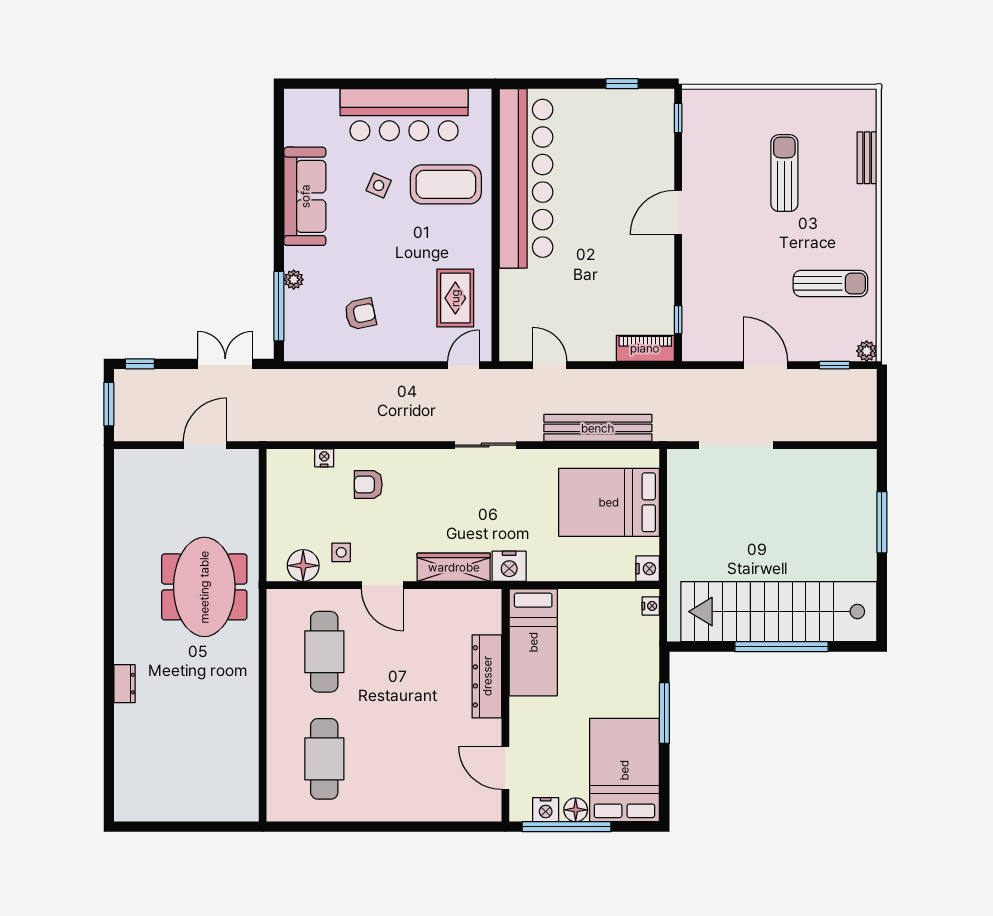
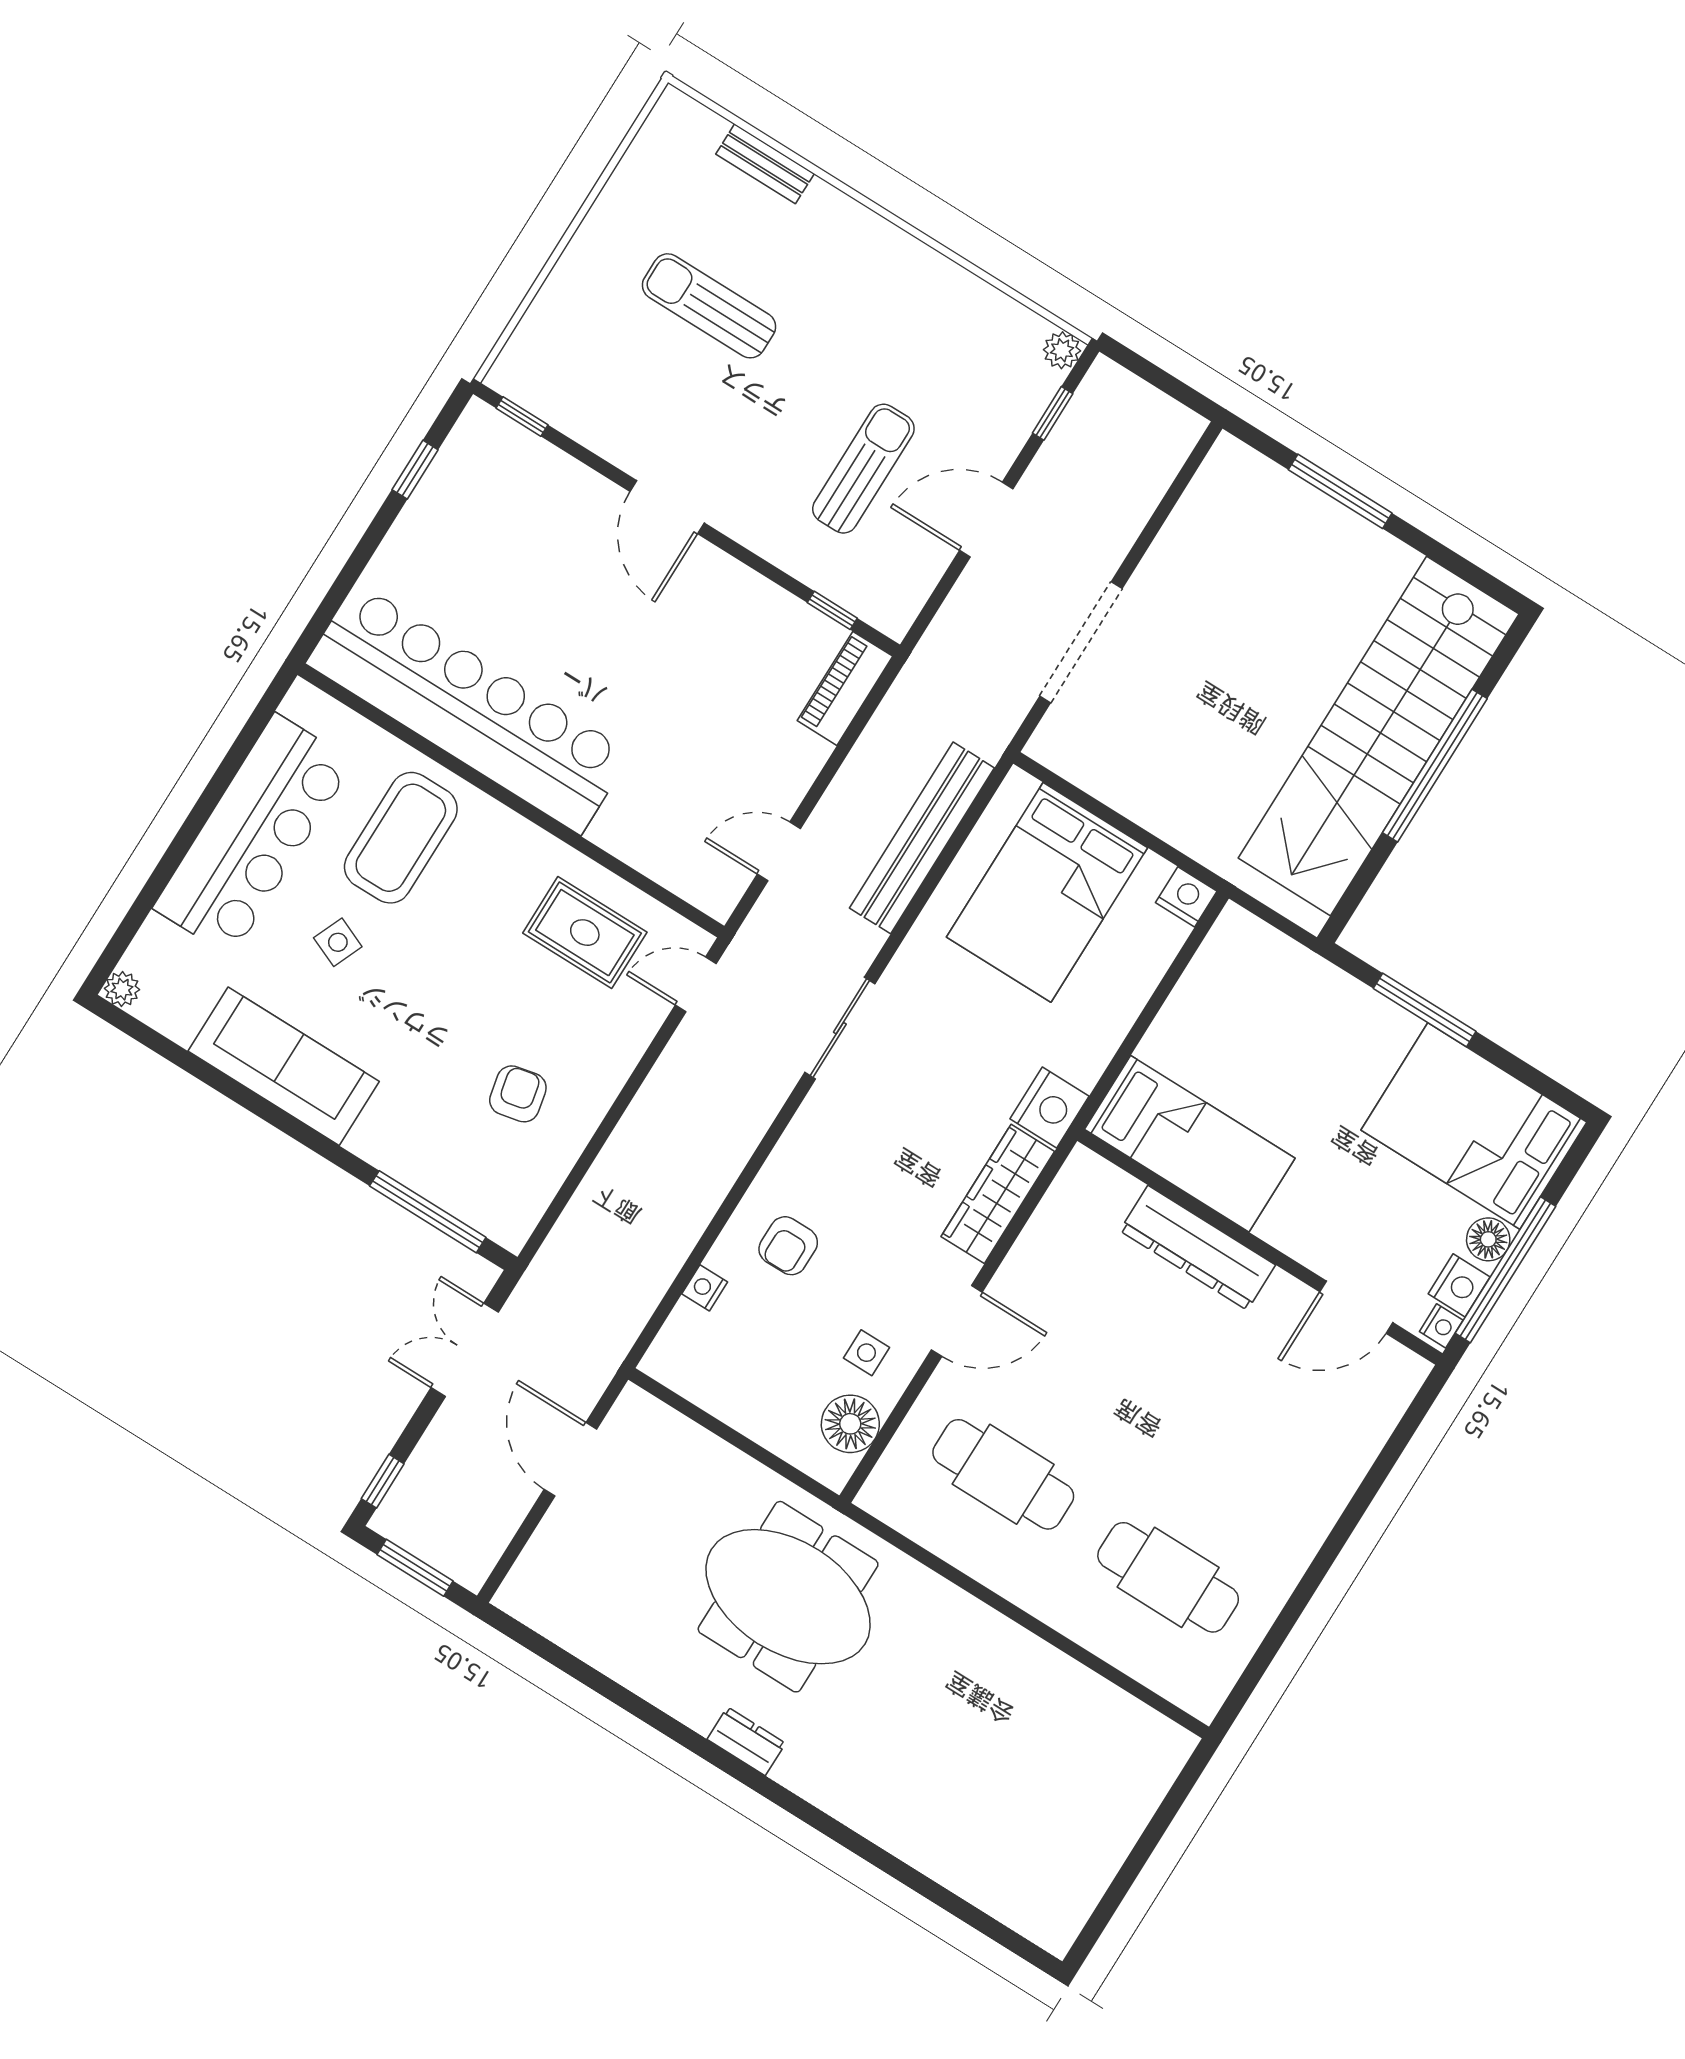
plant: (294, 280) -> (122, 989), moved
sun lounger: (830, 283) -> (863, 469), moved
door: (463, 365) -> (696, 984), hinge flipped
nightstand: (651, 606) -> (1441, 1326), moved, turned 90
dresser: (125, 684) -> (746, 1741), moved

